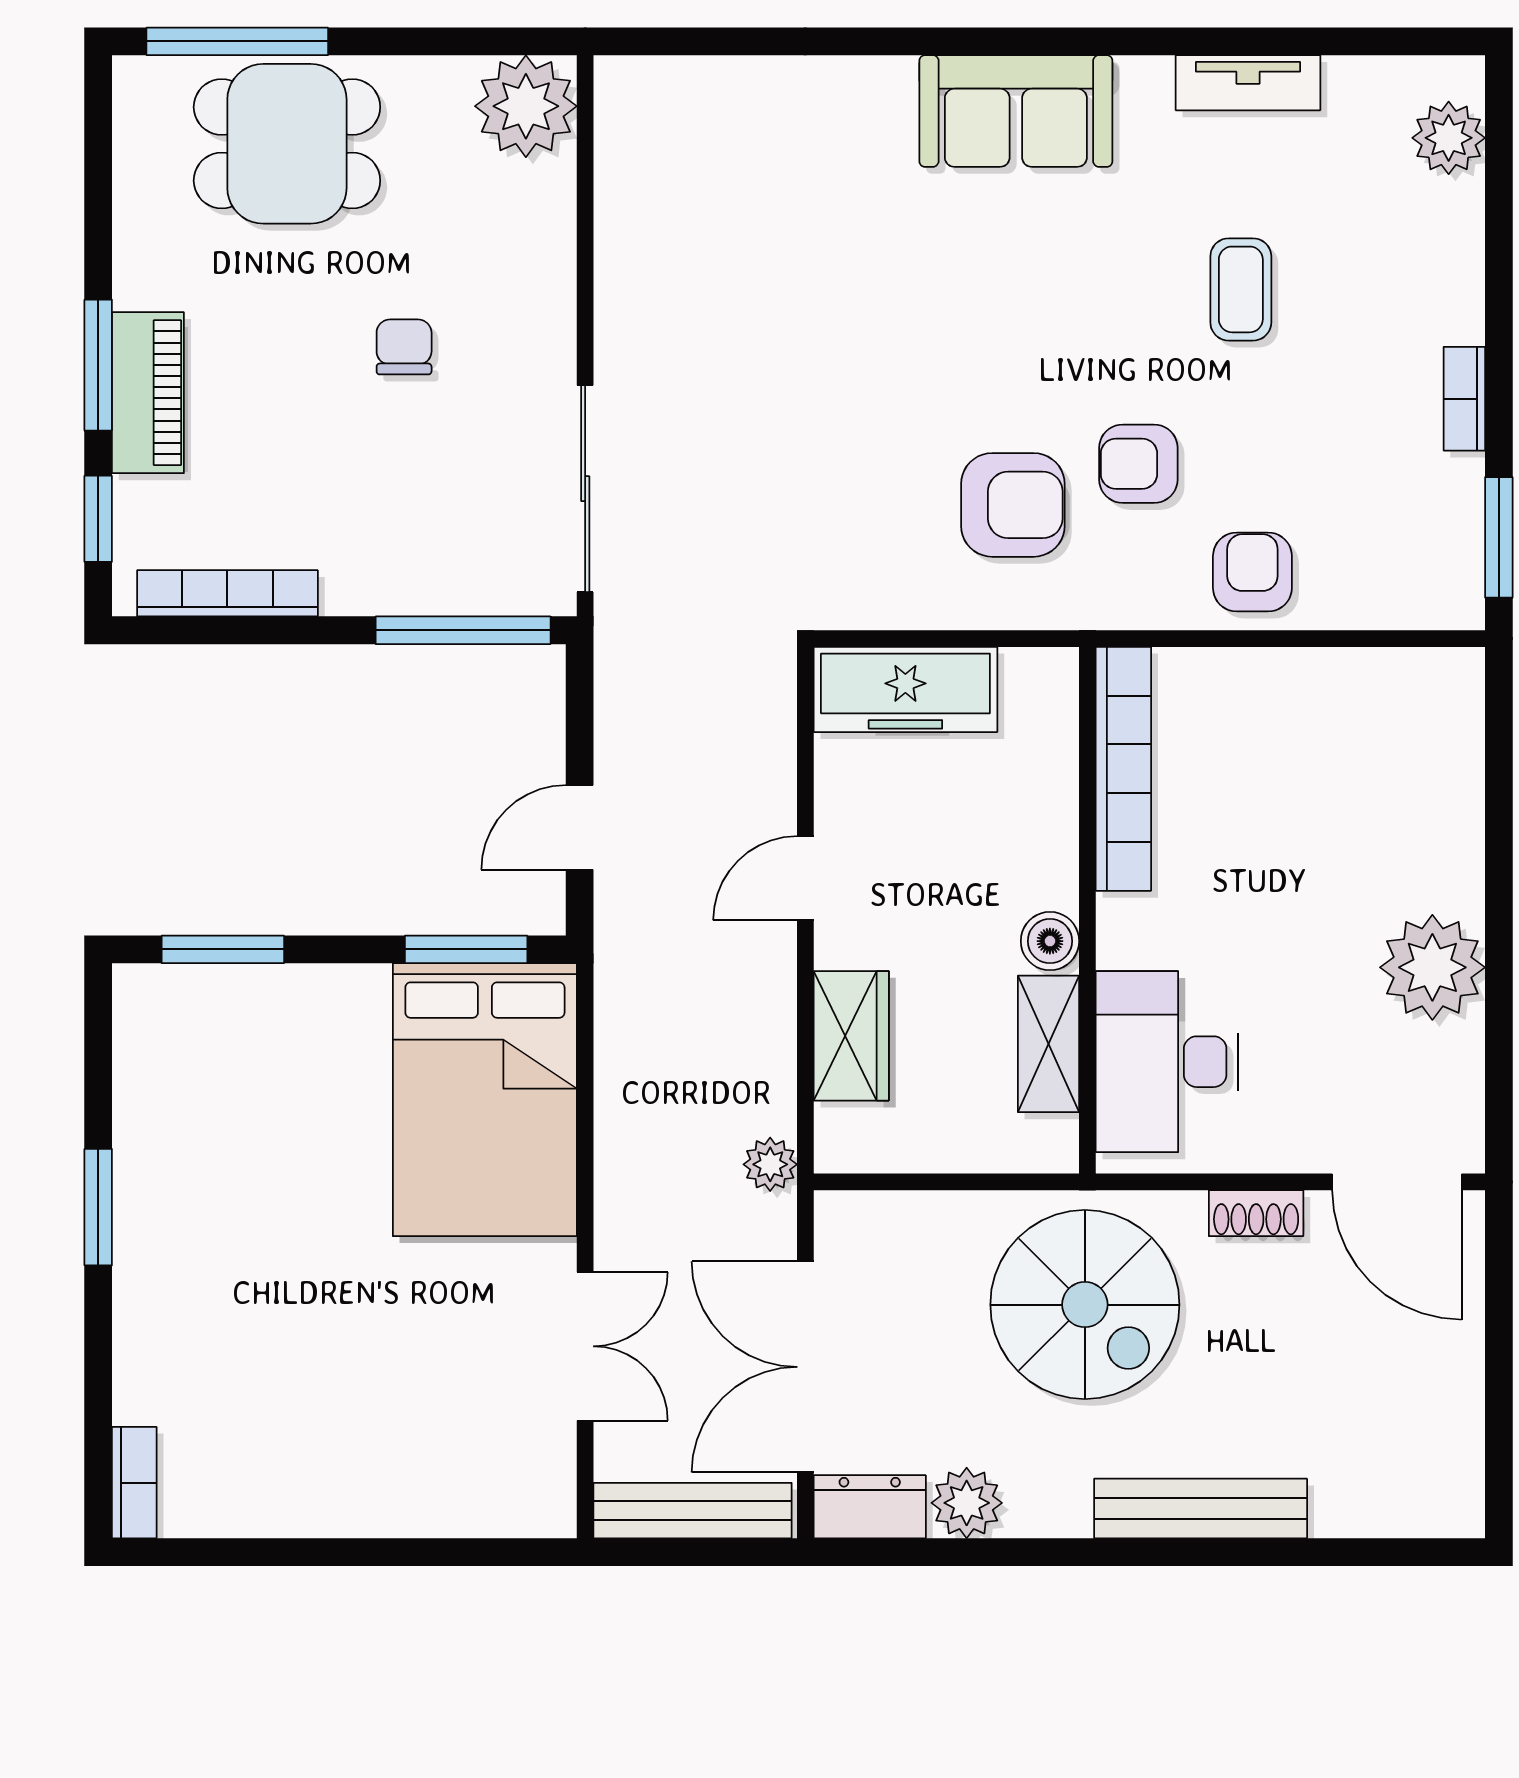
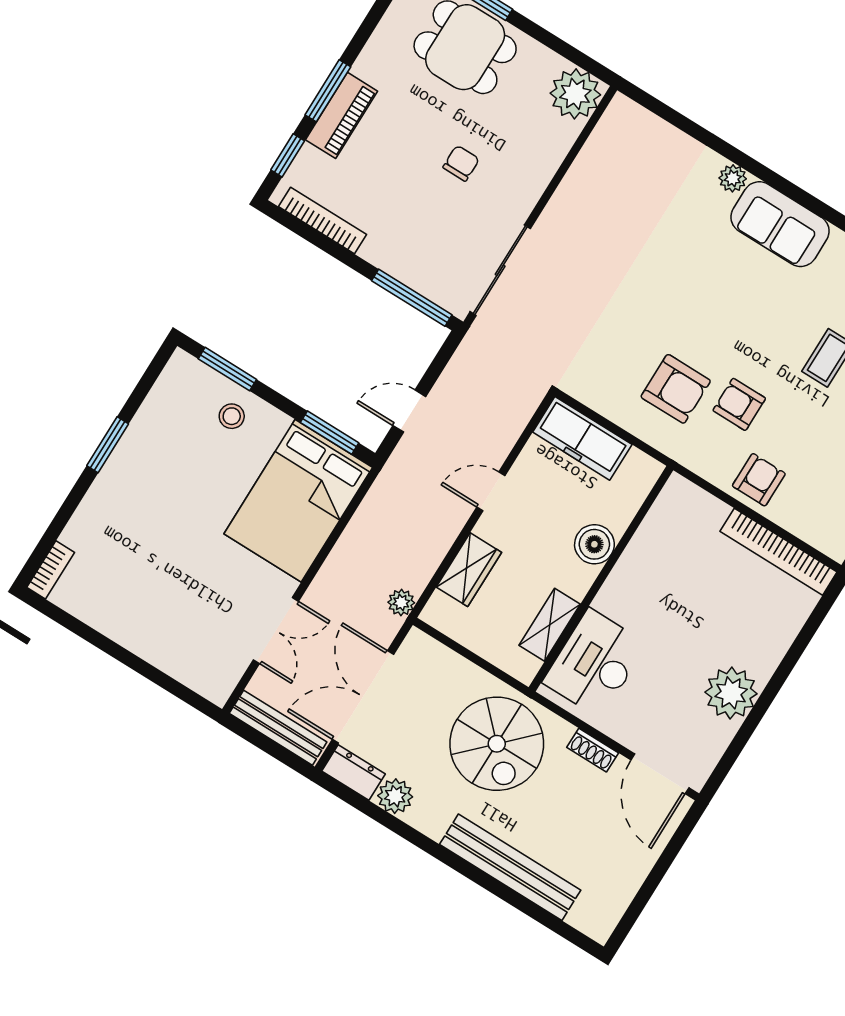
plant: (886, 83) -> (733, 178), added
bookcase: (1123, 769) -> (778, 552), moved, turned 90
boiler: (1050, 941) -> (594, 544), moved, width x1.36, depth x1.36
stool: (281, 1026) -> (232, 416), added
bench: (1201, 1509) -> (510, 867), width x1.37, depth x1.21

